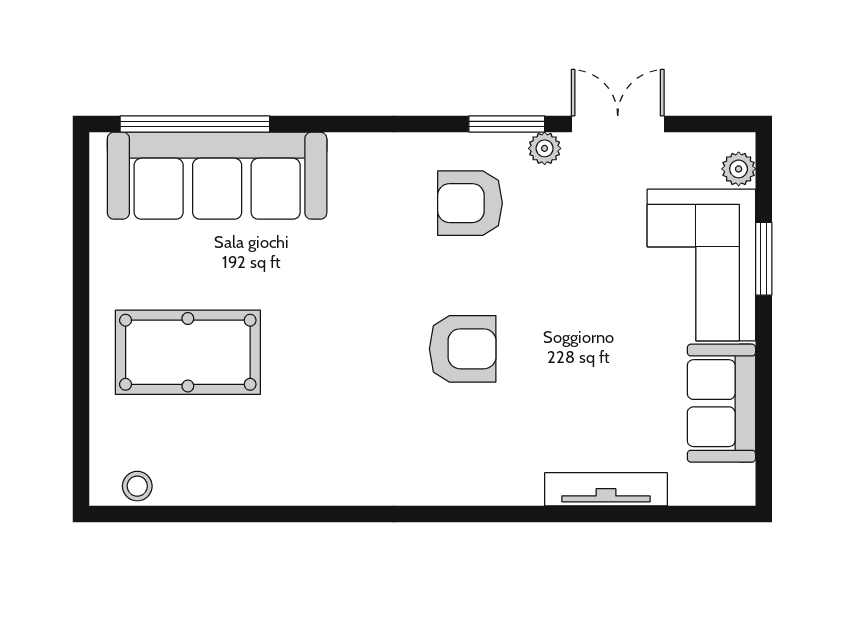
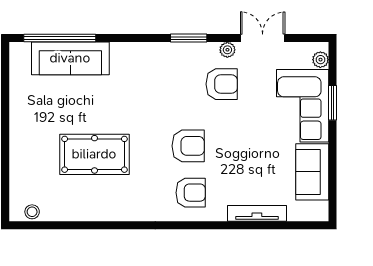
window: (507, 124) -> (189, 38), moved
sofa: (217, 176) -> (70, 58), width x0.74, depth x0.79
armchair: (470, 203) -> (222, 84), moved, turned 180
pool table: (188, 352) -> (94, 154), moved
armchair: (468, 446) -> (191, 193), added

